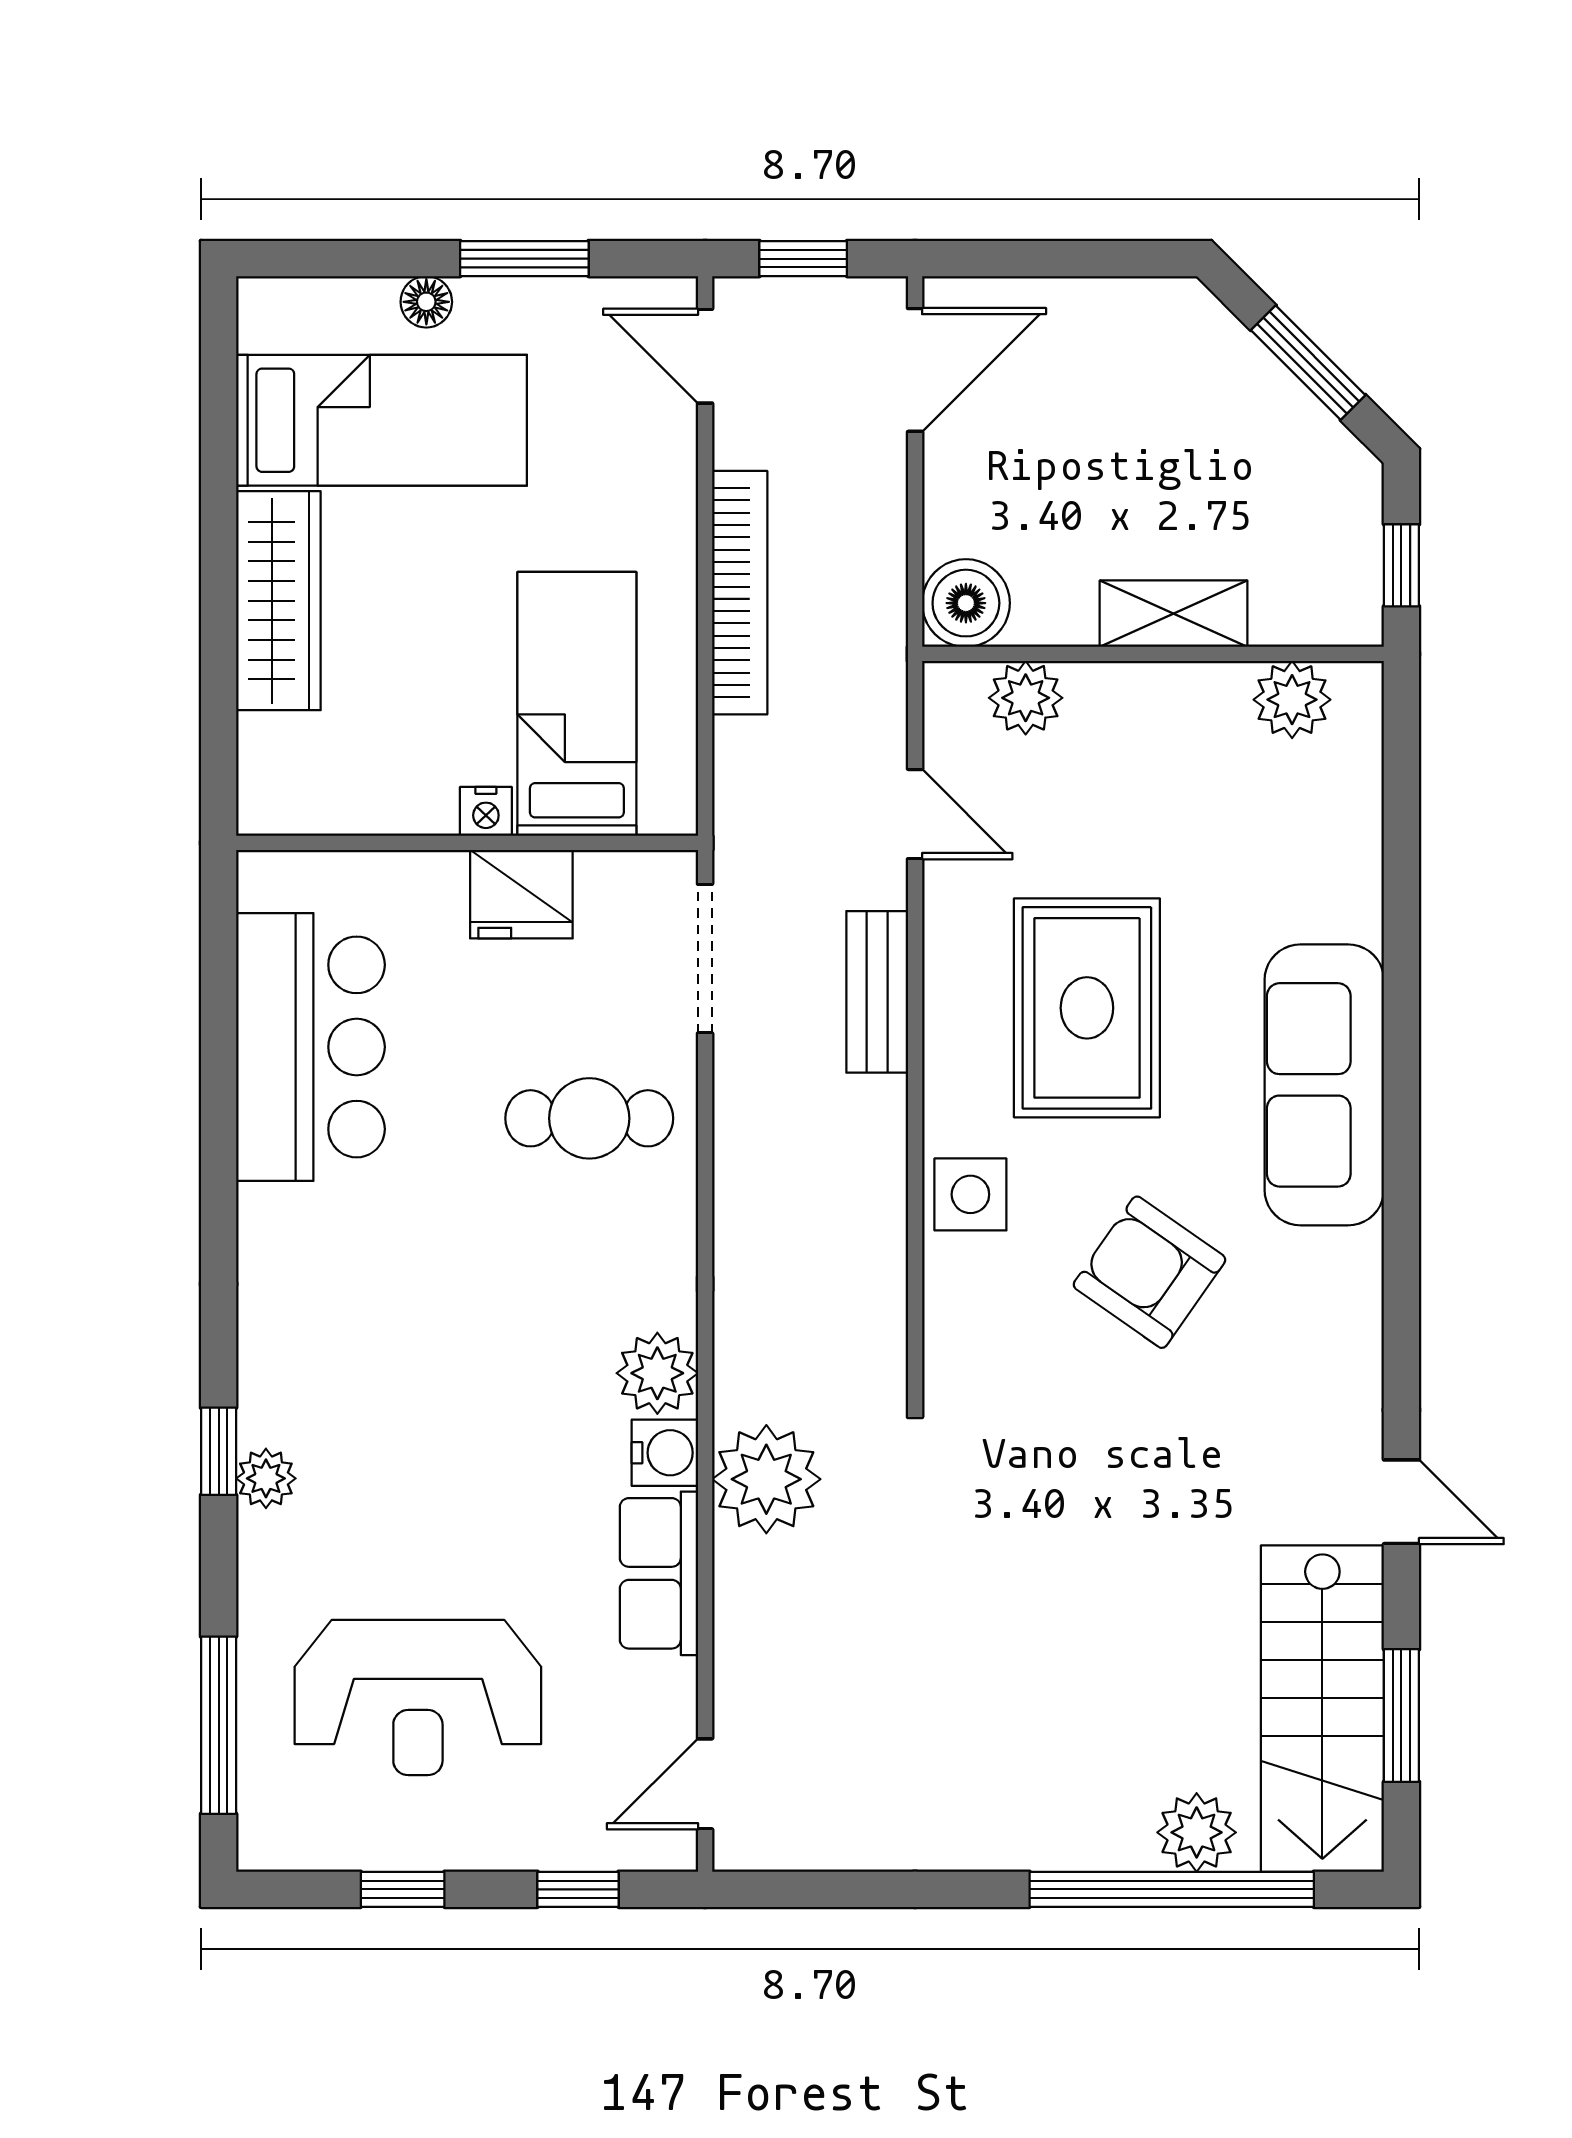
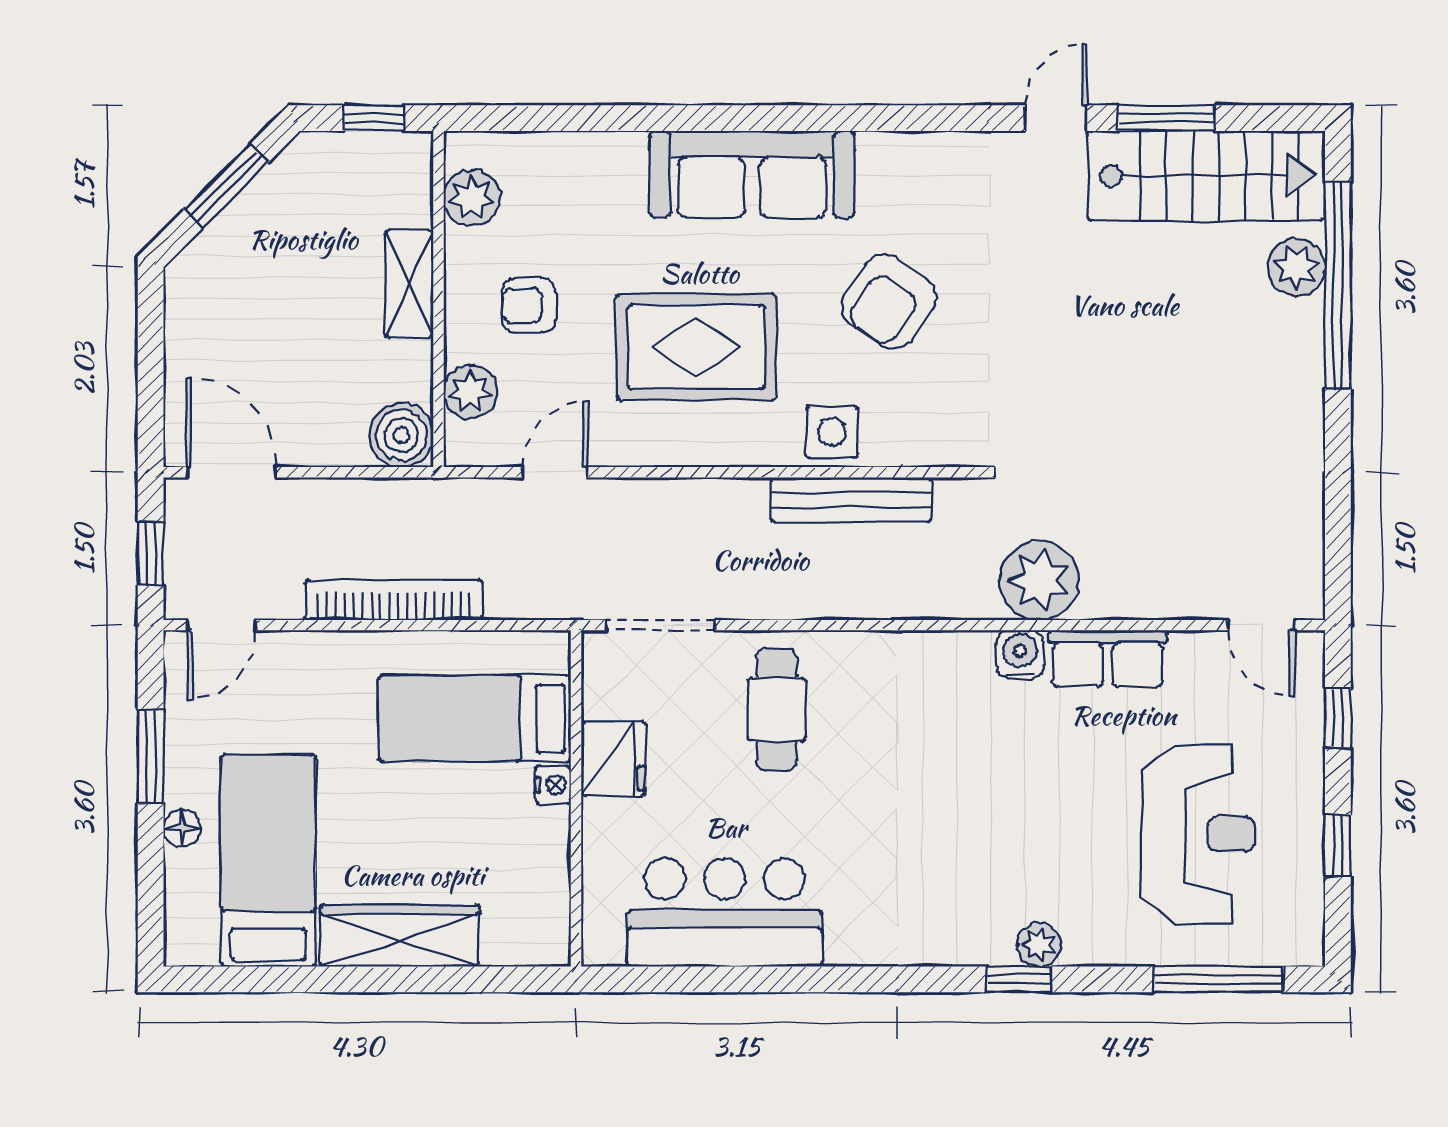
armchair: (1144, 778) -> (529, 305), added
bench: (877, 992) -> (851, 500), moved, width x1.36
plant: (657, 1373) -> (962, 660), removed
window: (1401, 1715) -> (1166, 118), moved

